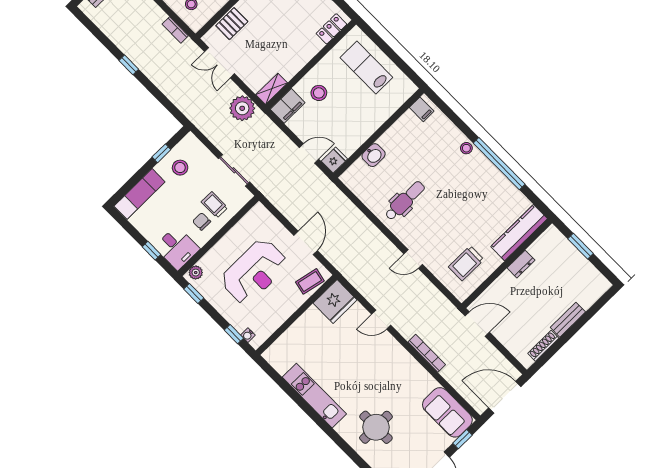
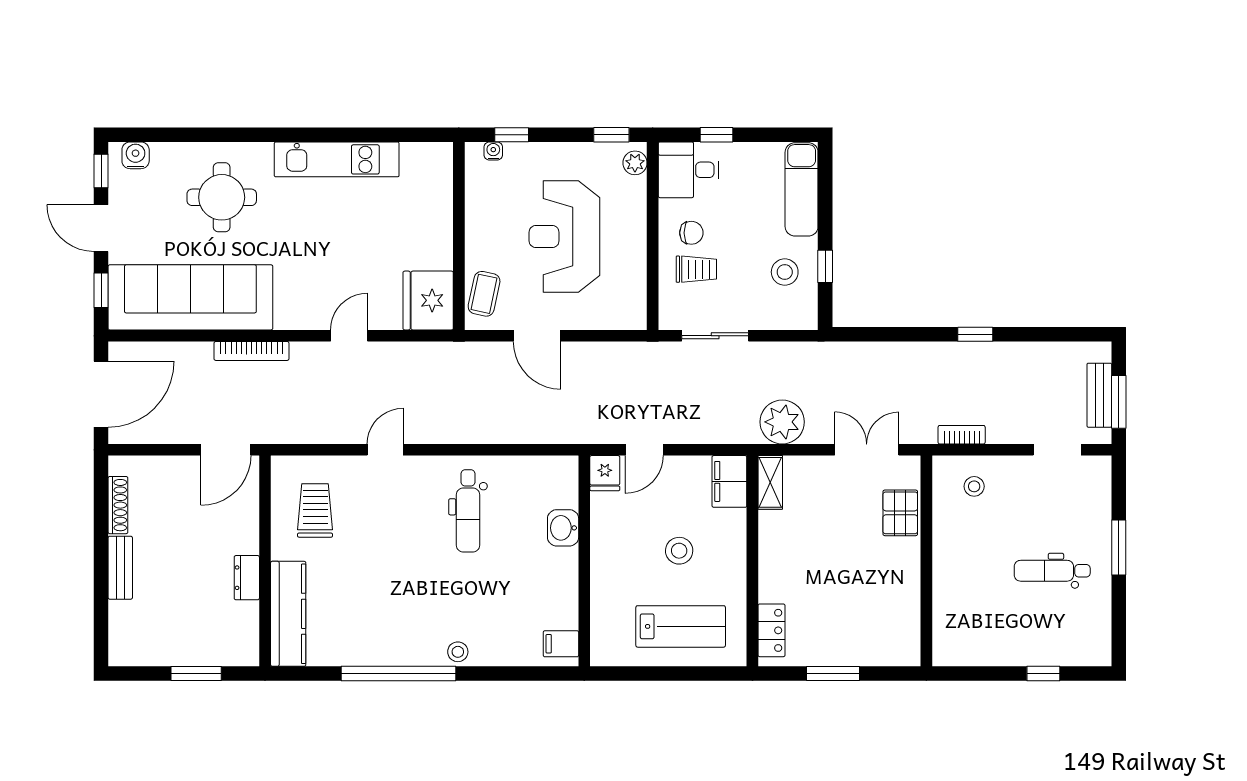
stool: (319, 93) -> (679, 551), moved
sofa: (447, 412) -> (190, 297), width x1.85, depth x1.27

